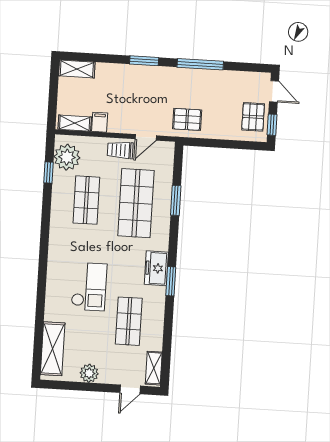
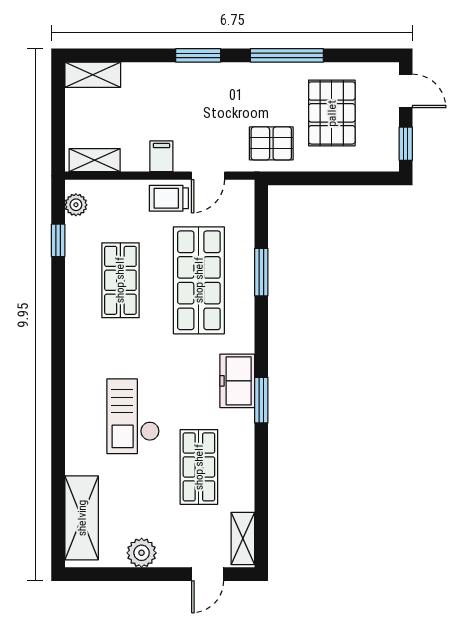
pallet: (253, 117) -> (332, 113), moved, width x1.50, depth x1.42
filing cabinet: (100, 122) -> (161, 156), moved
plant: (67, 157) -> (76, 205), width x0.53, depth x0.53
checkout: (89, 287) -> (133, 416), turned 180

